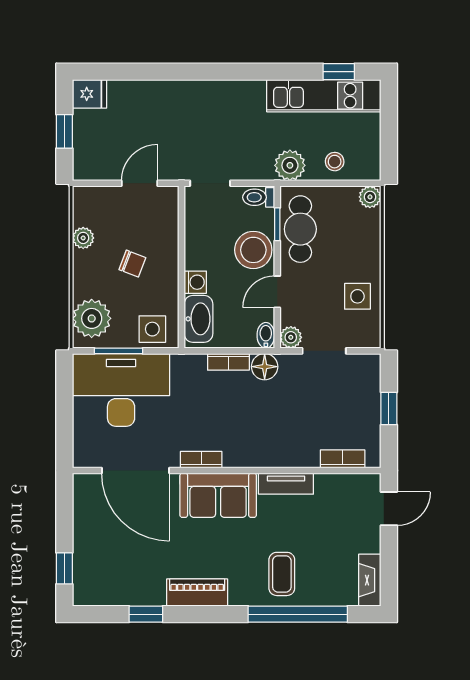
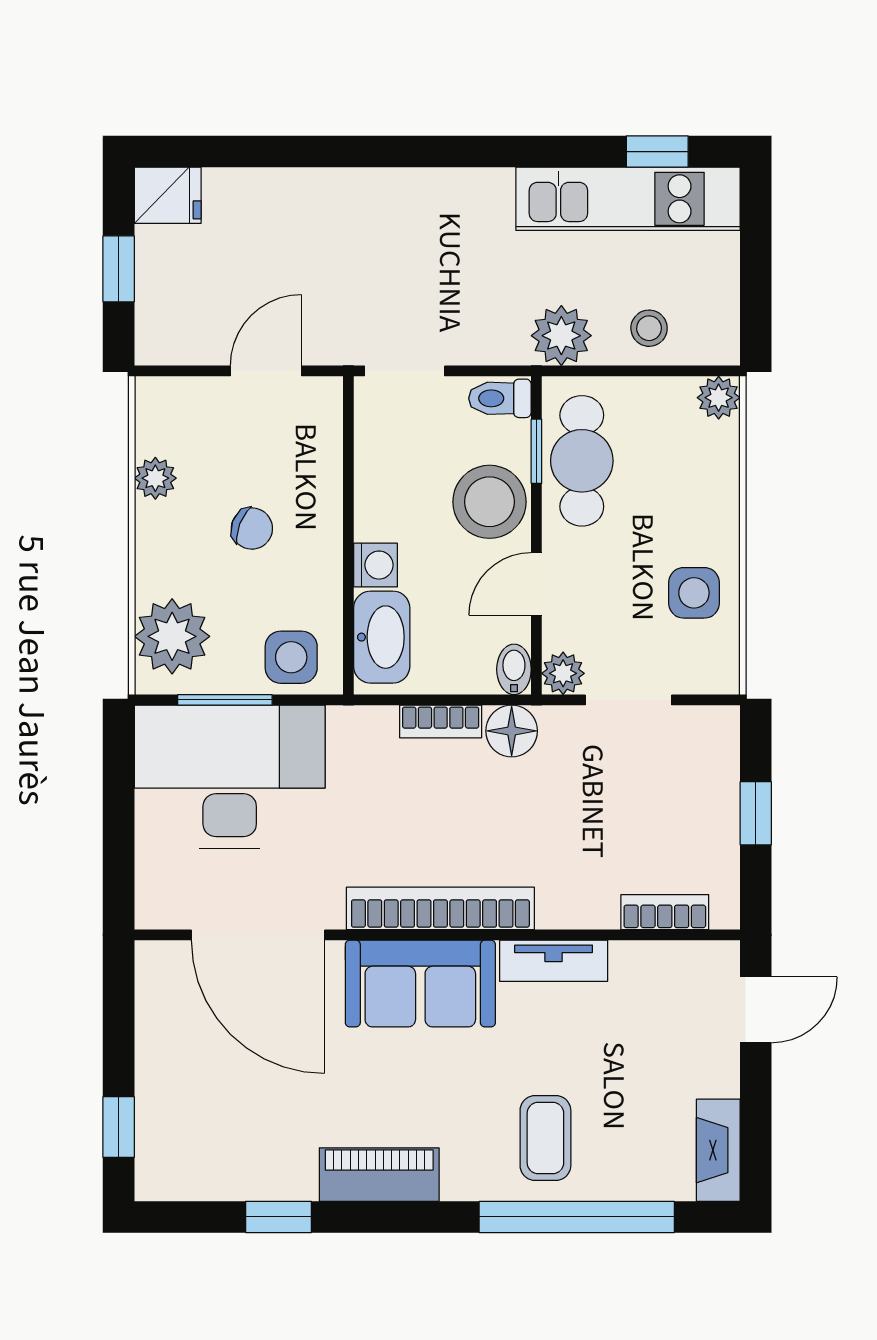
bookcase: (201, 460) -> (440, 908), width x2.31, depth x1.31

